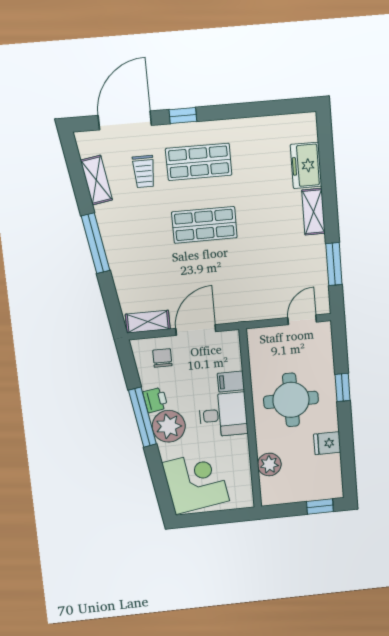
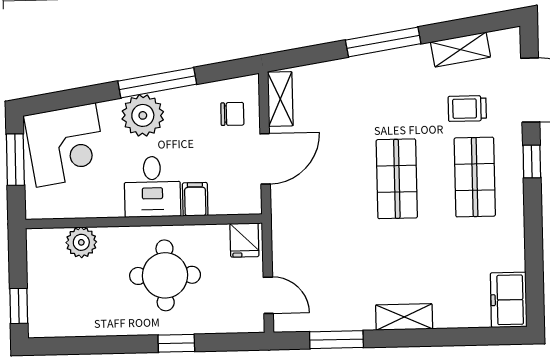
freezer: (306, 165) -> (509, 300), moved, turned -90
door: (196, 330) -> (265, 159), hinge flipped
printer: (155, 400) -> (179, 101), removed
fridge: (327, 443) -> (244, 240), moved, turned 180
window: (209, 518) -> (15, 160), added

